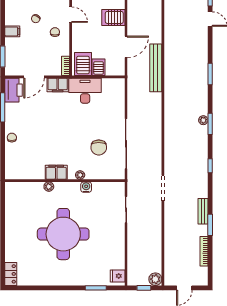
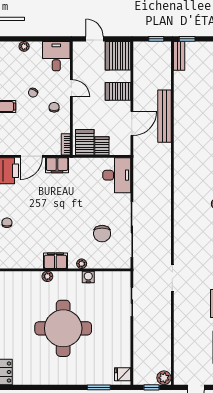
bench: (156, 68) -> (164, 116), moved
desk: (85, 91) -> (117, 175), moved, turned 90

